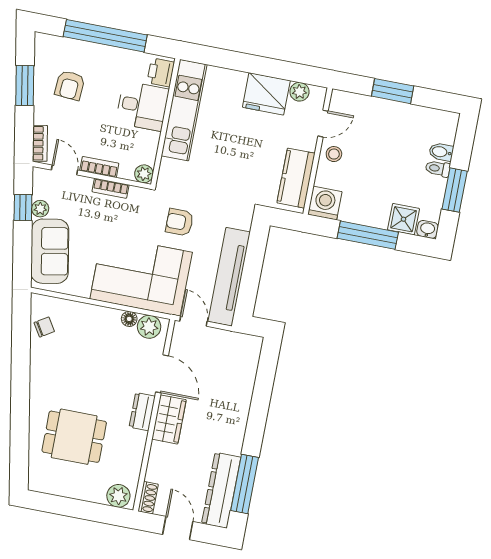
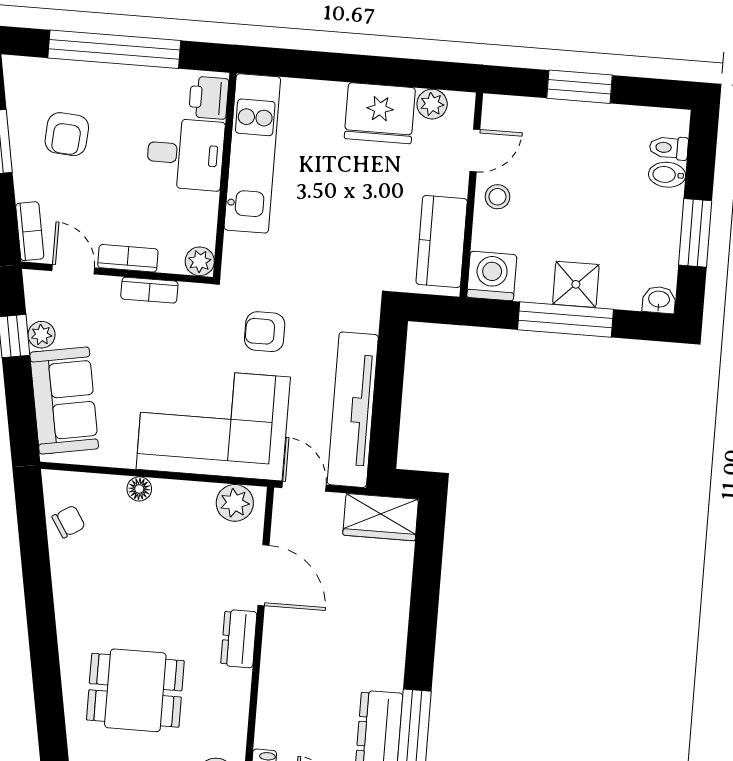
toilet: (438, 169) -> (669, 148), moved
shower: (403, 219) -> (576, 284), moved
floor lamp: (129, 319) -> (139, 489), moved
wardrobe: (169, 419) -> (381, 517), moved, turned 90

